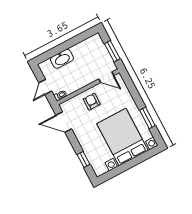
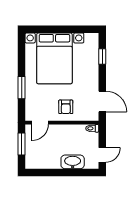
door: (106, 77) -> (40, 123), swing flipped
door: (45, 87) -> (102, 155), moved
window: (147, 118) -> (22, 88), moved

